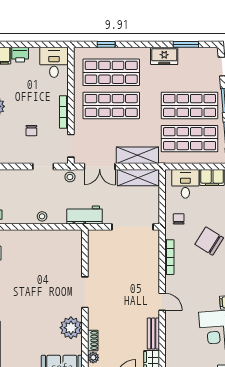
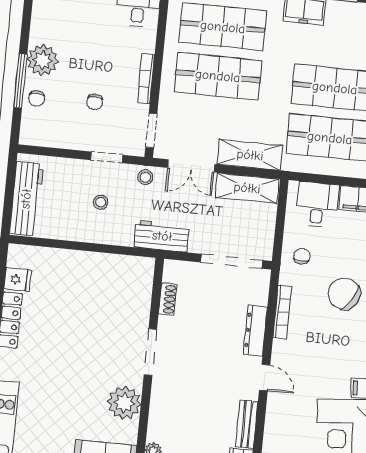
stool: (42, 216) -> (101, 202), moved
dresser: (153, 271) -> (255, 331), added
shoe rack: (93, 340) -> (168, 299), moved

